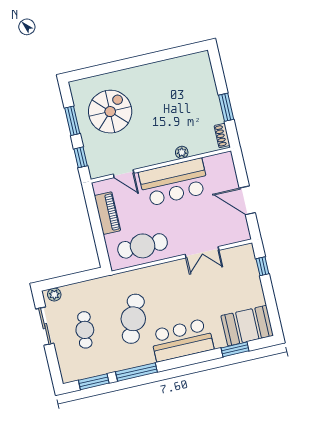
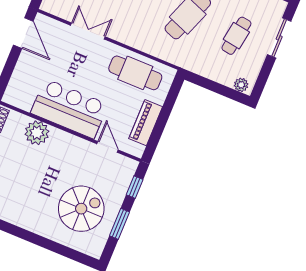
spiral stairs: (110, 112) -> (81, 209), turned 180
plant: (182, 152) -> (37, 133), width x1.87, depth x1.87
door: (247, 200) -> (23, 33), moved
sliding door: (45, 326) -> (279, 38), moved

